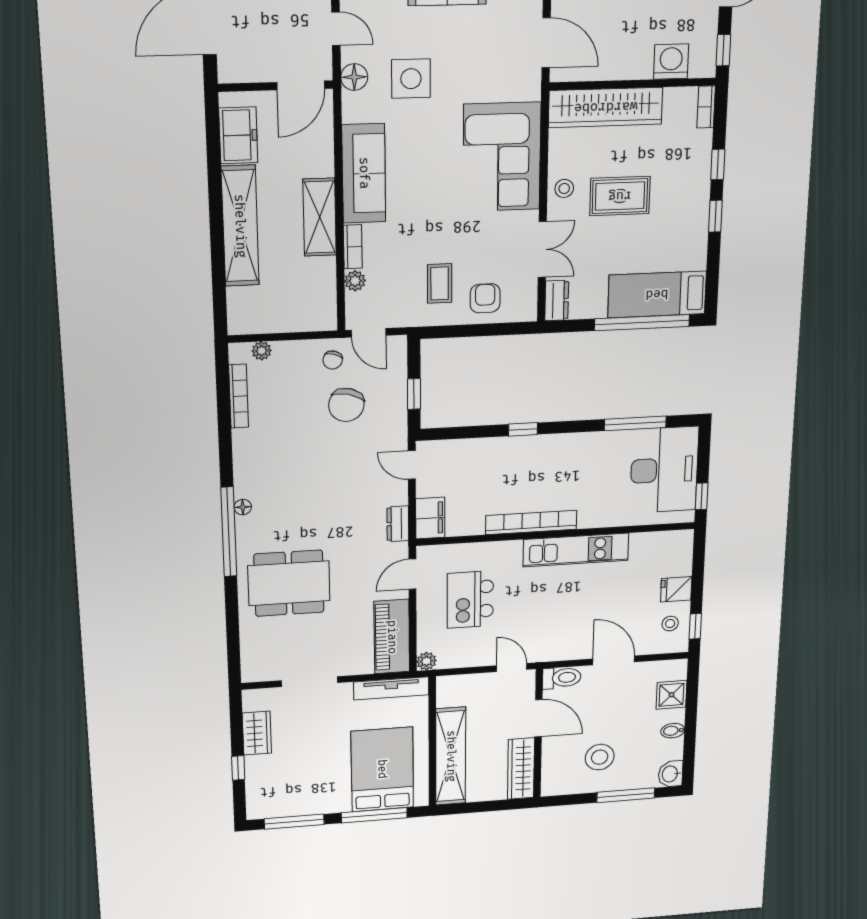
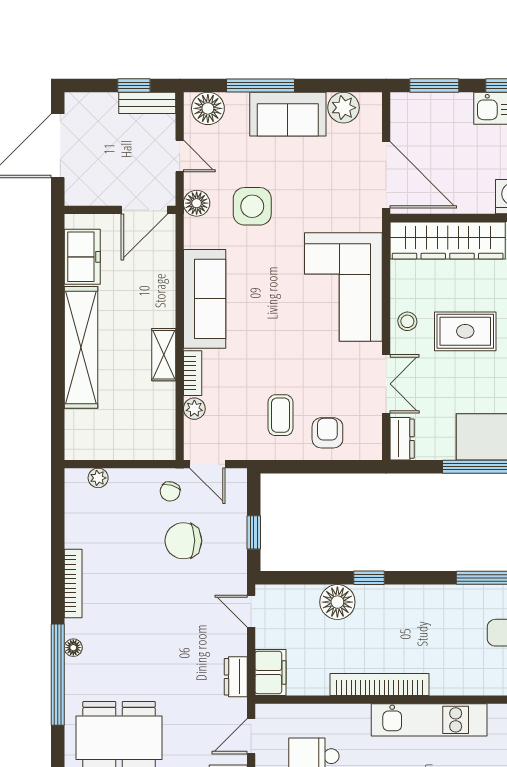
door: (546, 43) -> (386, 175), width x1.36
shelving: (320, 217) -> (164, 355), width x0.67, depth x0.75
bookcase: (239, 396) -> (73, 583), moved
chair: (346, 405) -> (183, 541), turned 76
floor lamp: (493, 452) -> (337, 602), added

